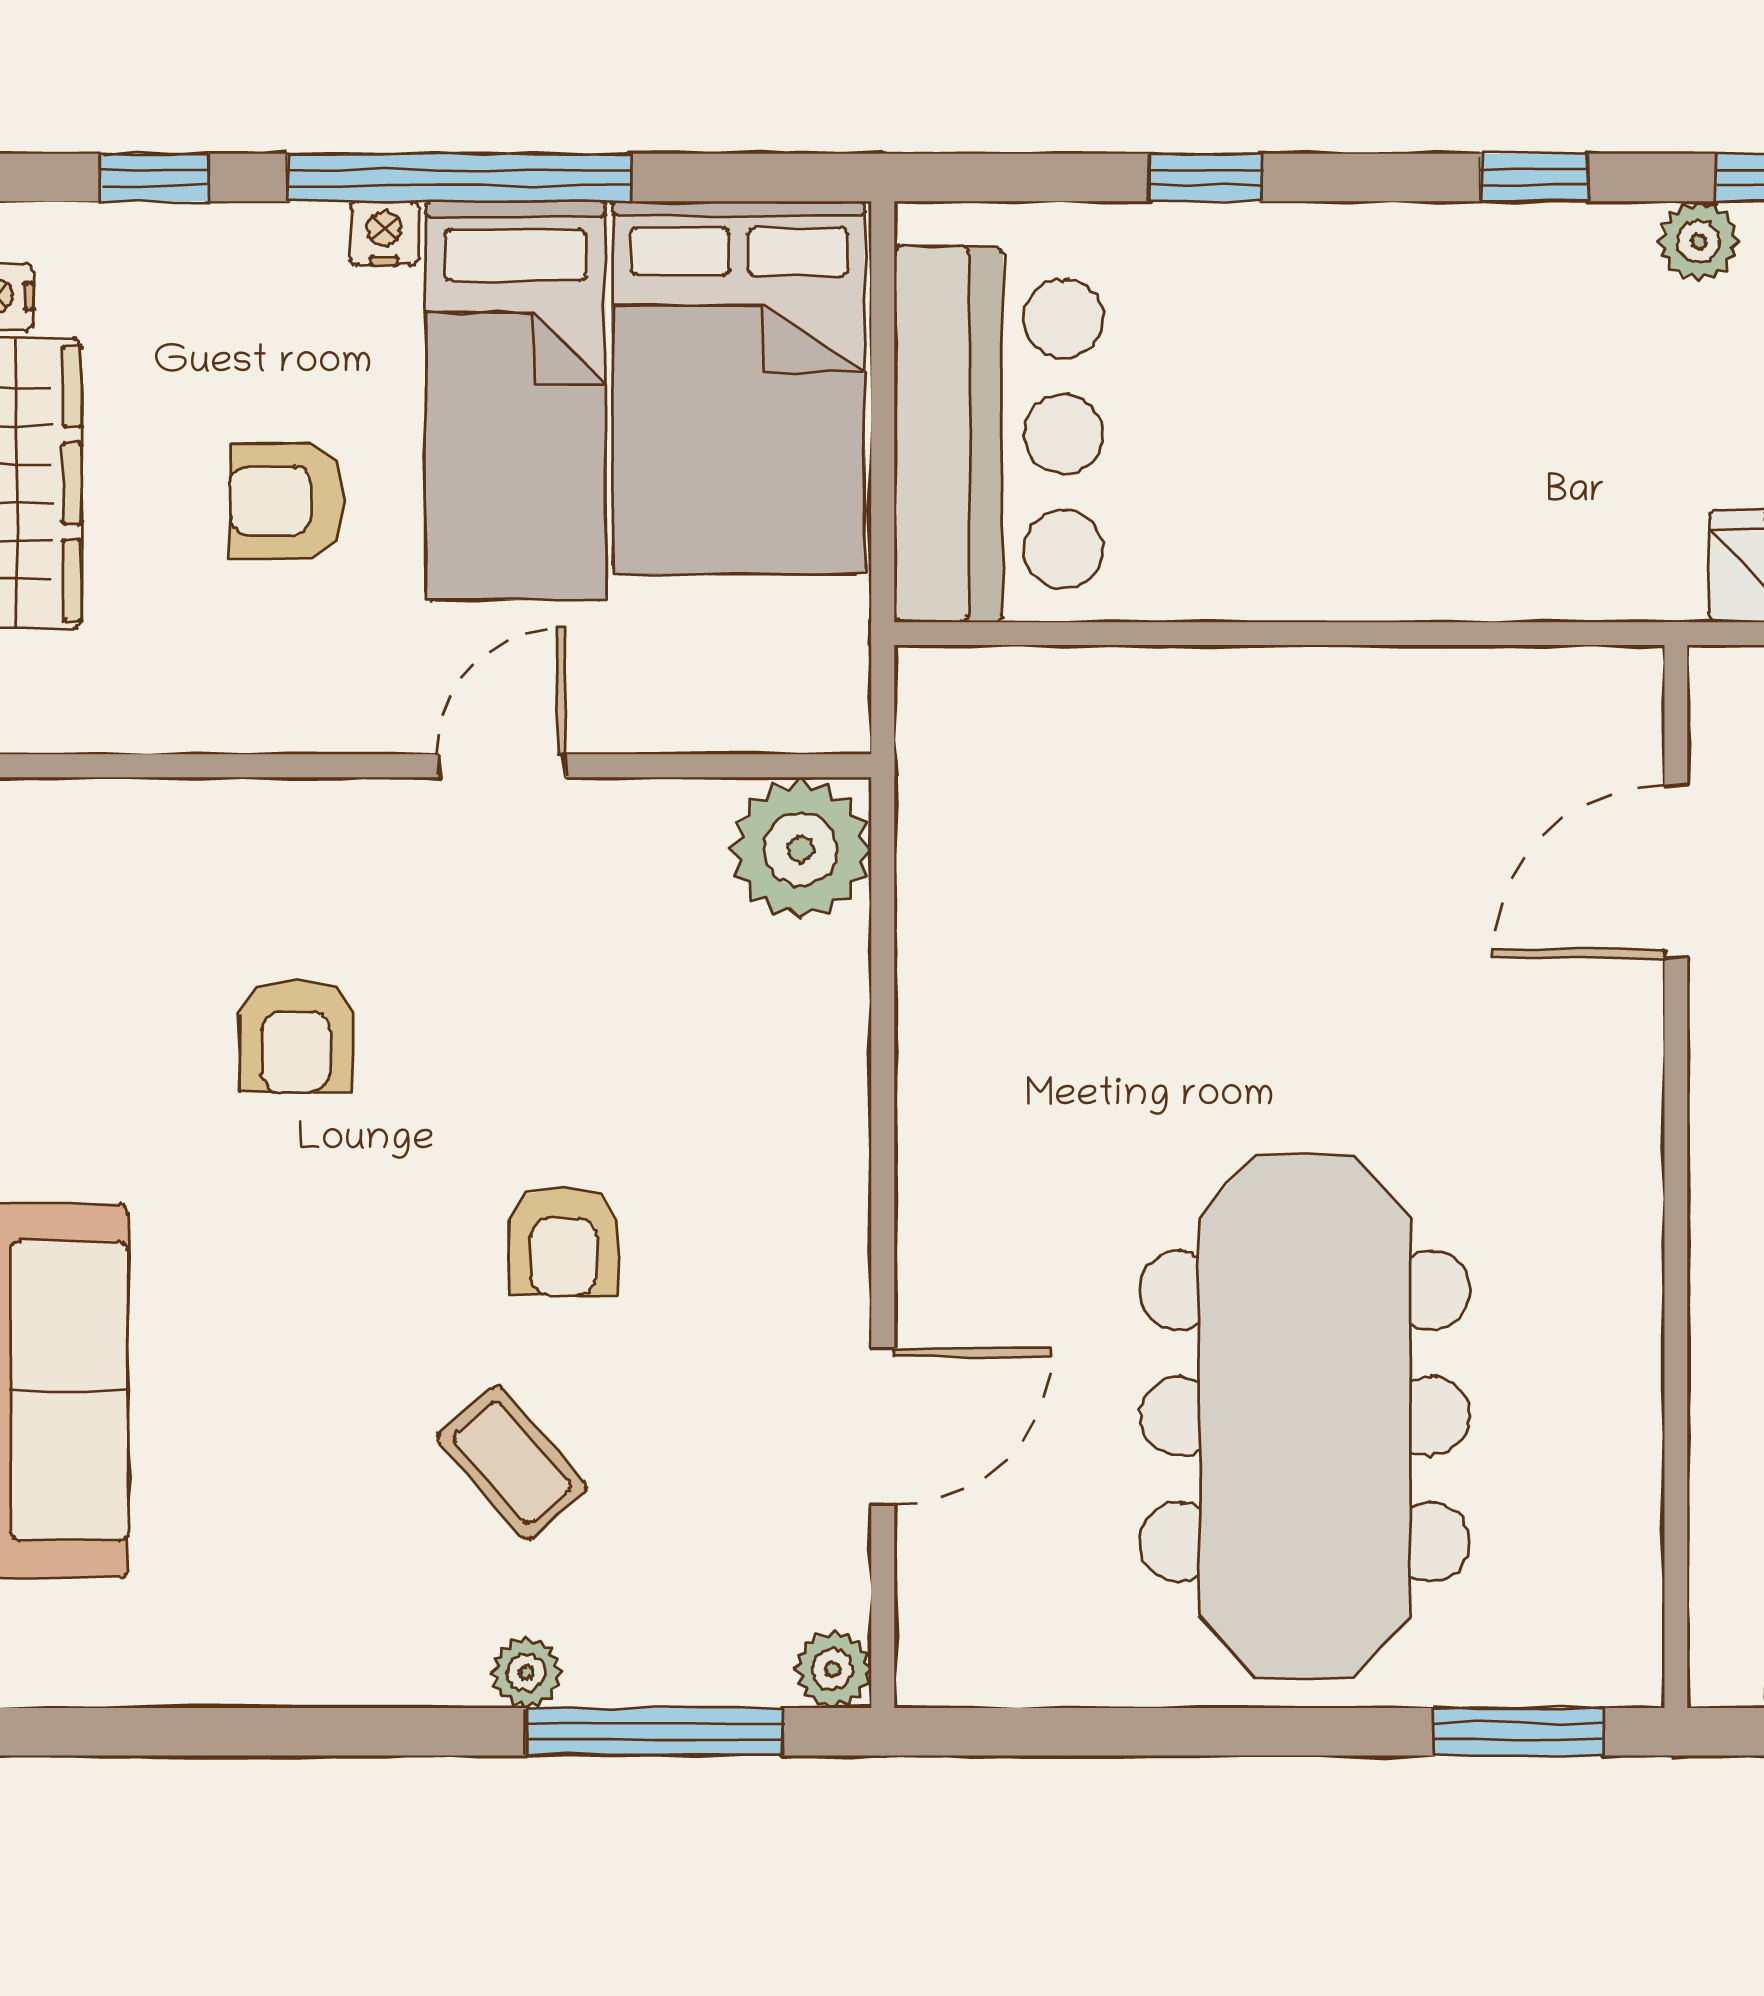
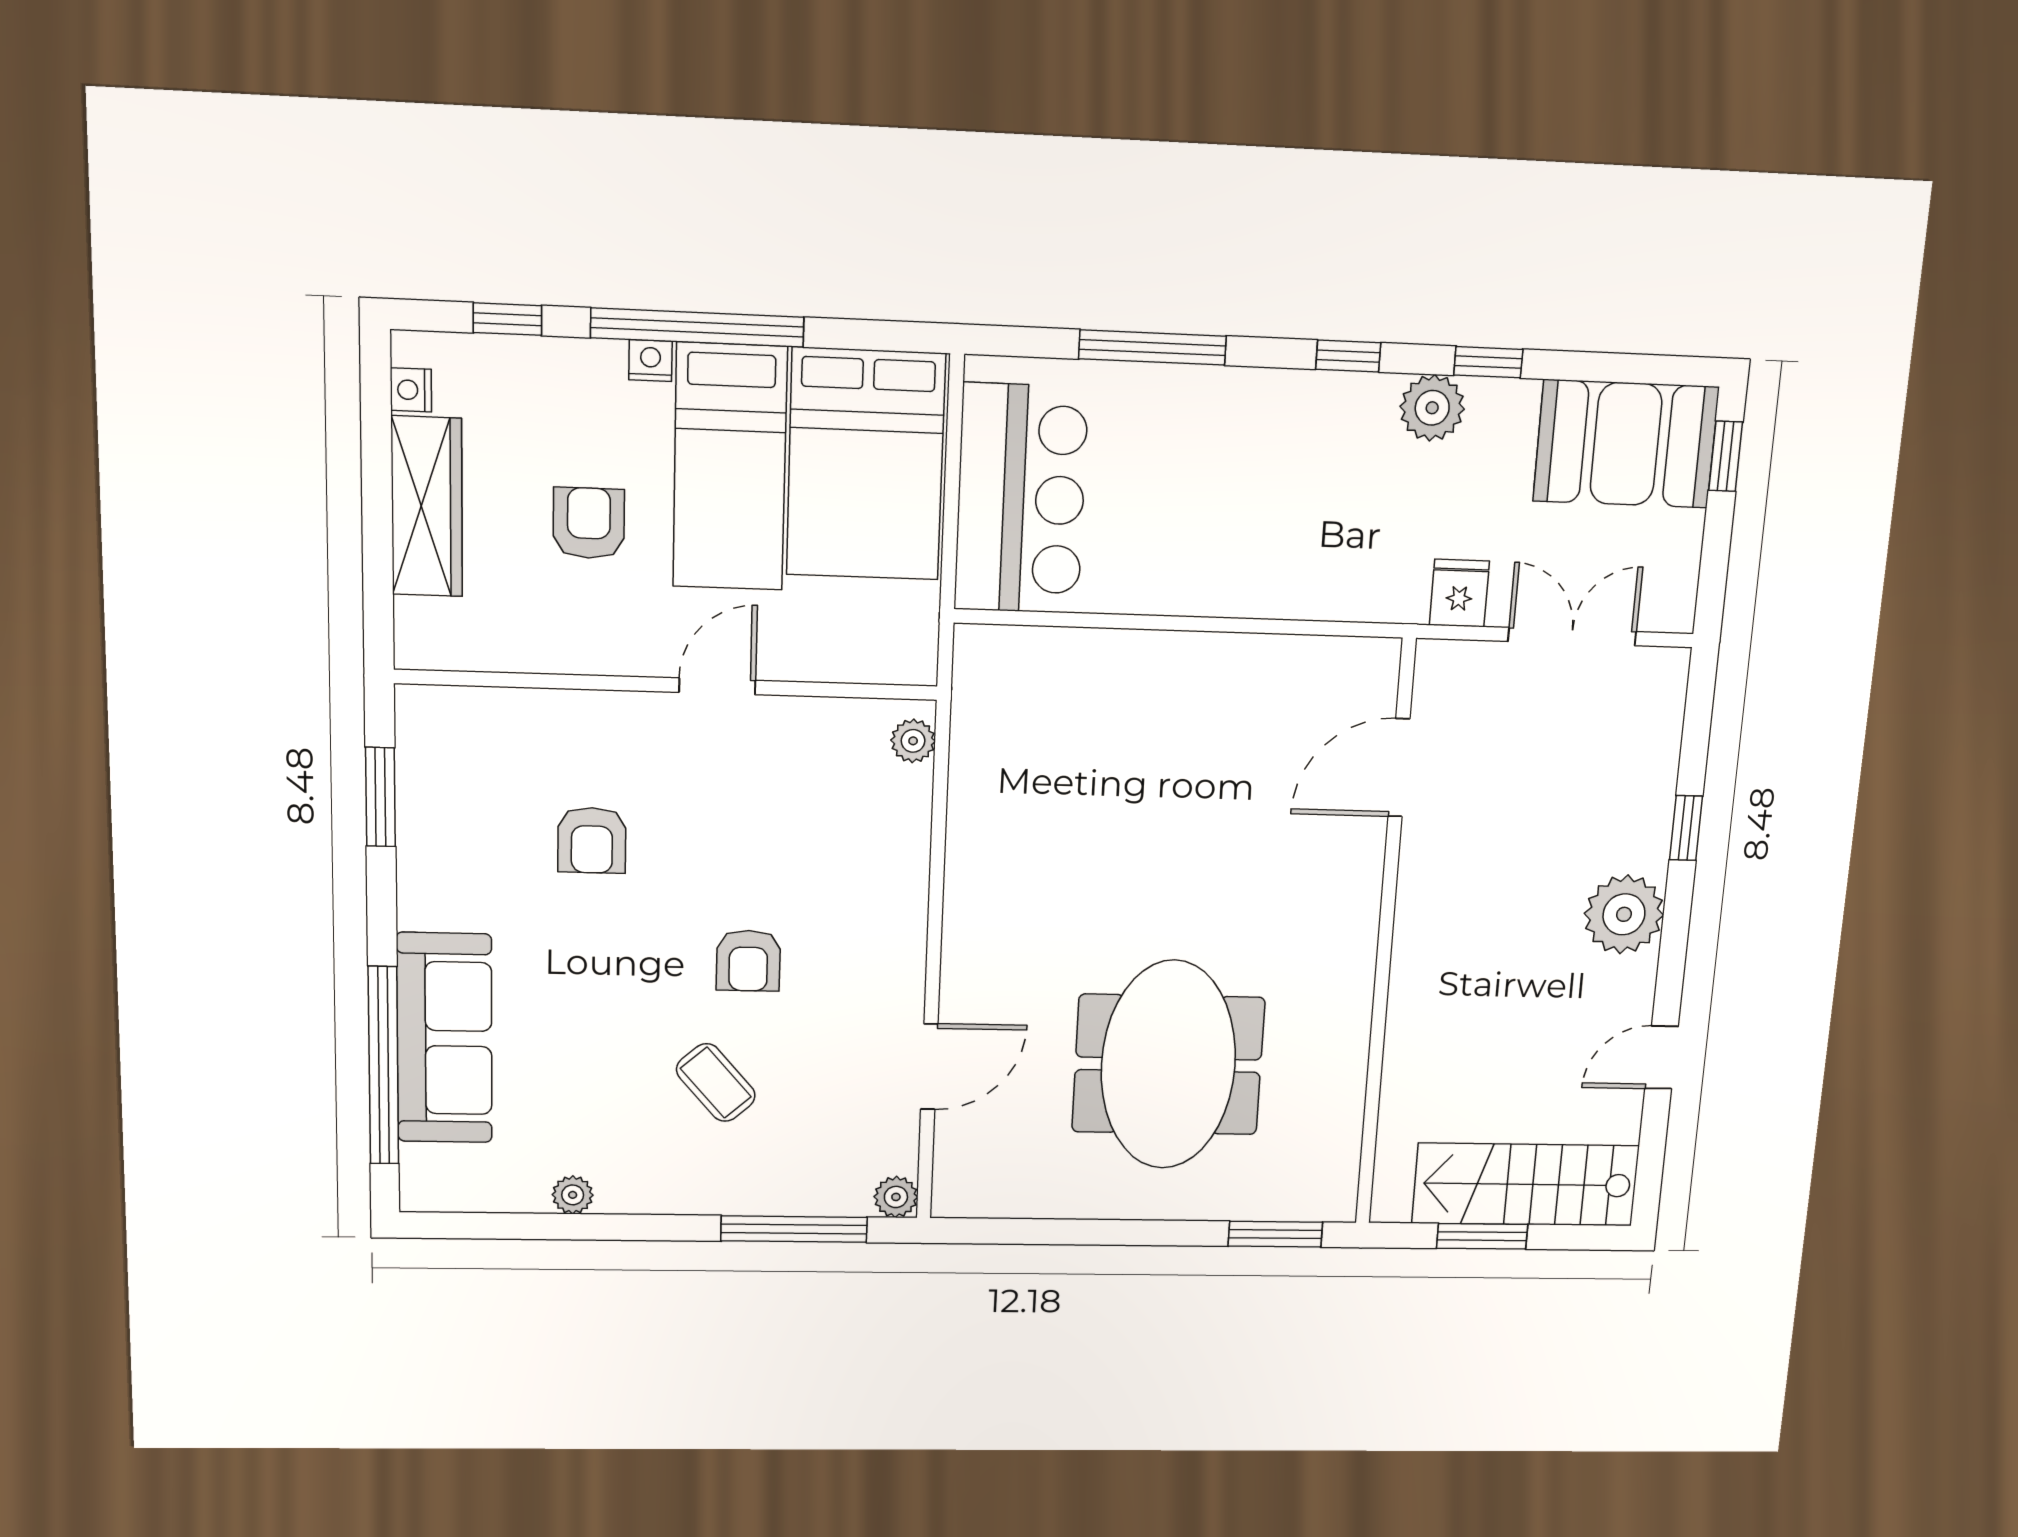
window: (1205, 178) -> (1153, 347), width x2.17
plant: (1699, 241) -> (1432, 408), width x1.38, depth x1.38
armchair: (287, 501) -> (589, 523), turned 90
plant: (800, 849) -> (913, 741), width x0.53, depth x0.53
meeting table: (1305, 1416) -> (1168, 1065), width x0.73
plant: (526, 1673) -> (573, 1195), moved

